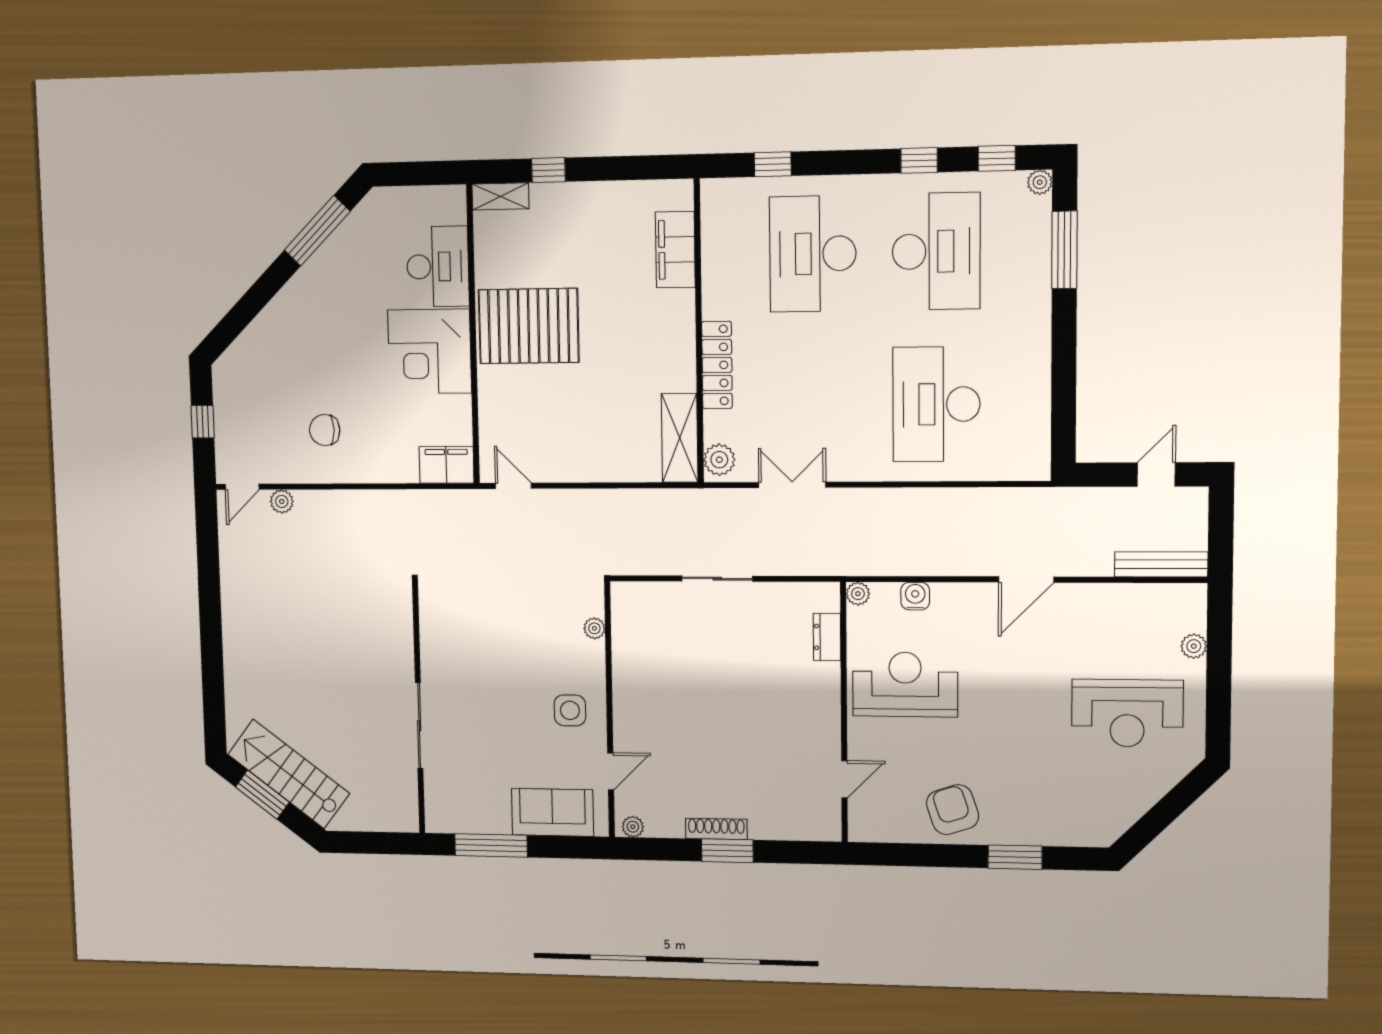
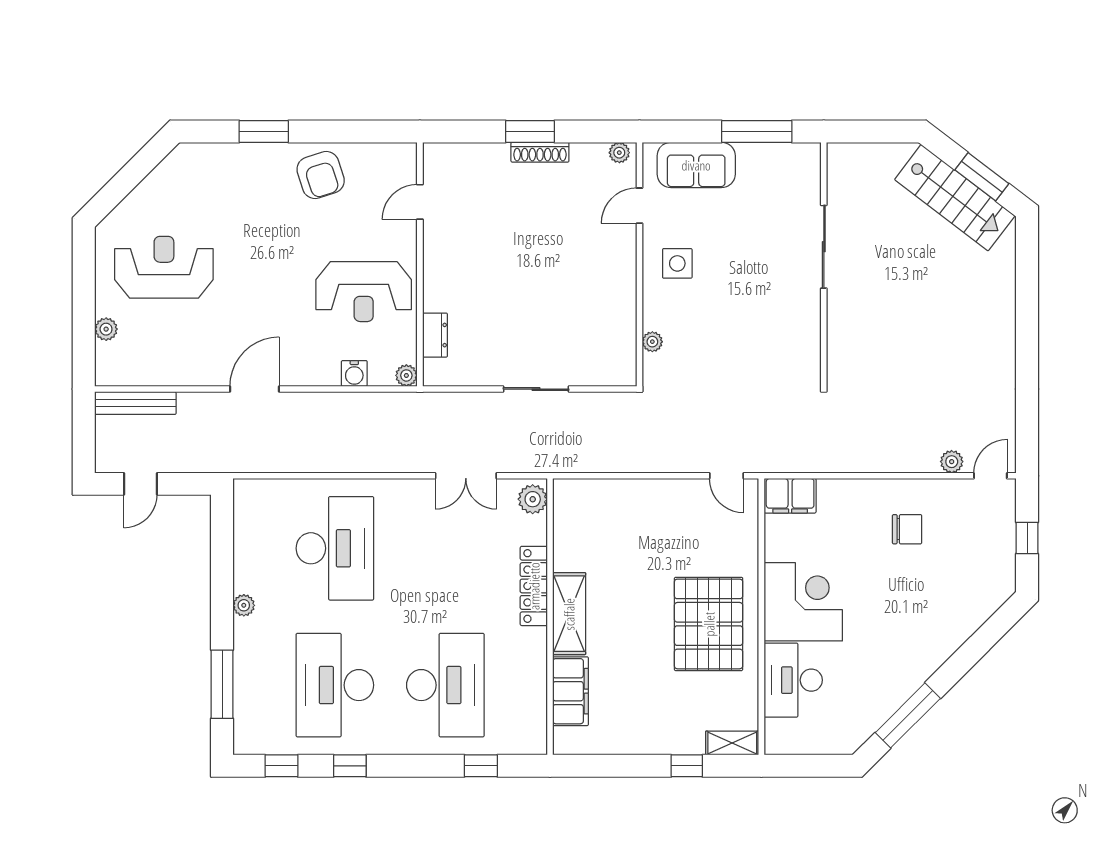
plant: (1040, 182) -> (244, 605), moved
pallet: (529, 326) -> (709, 624), turned 90
shelving: (680, 438) -> (569, 614), moved

